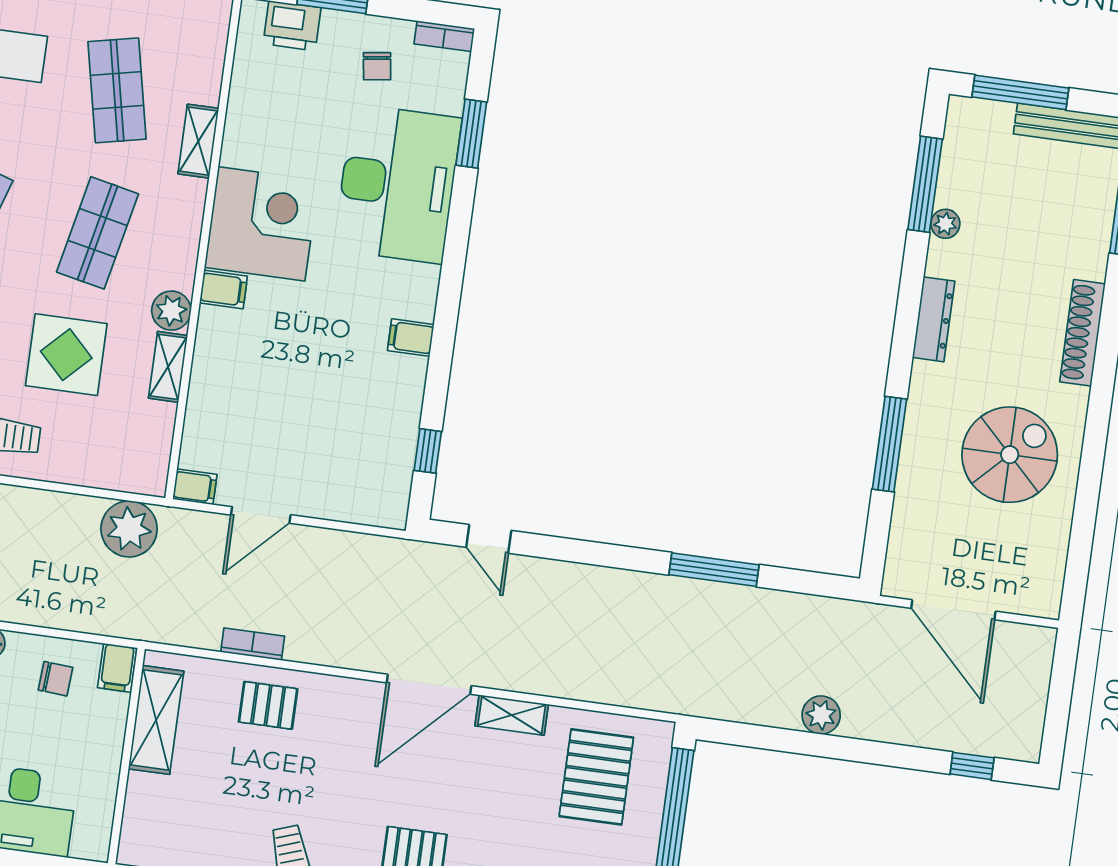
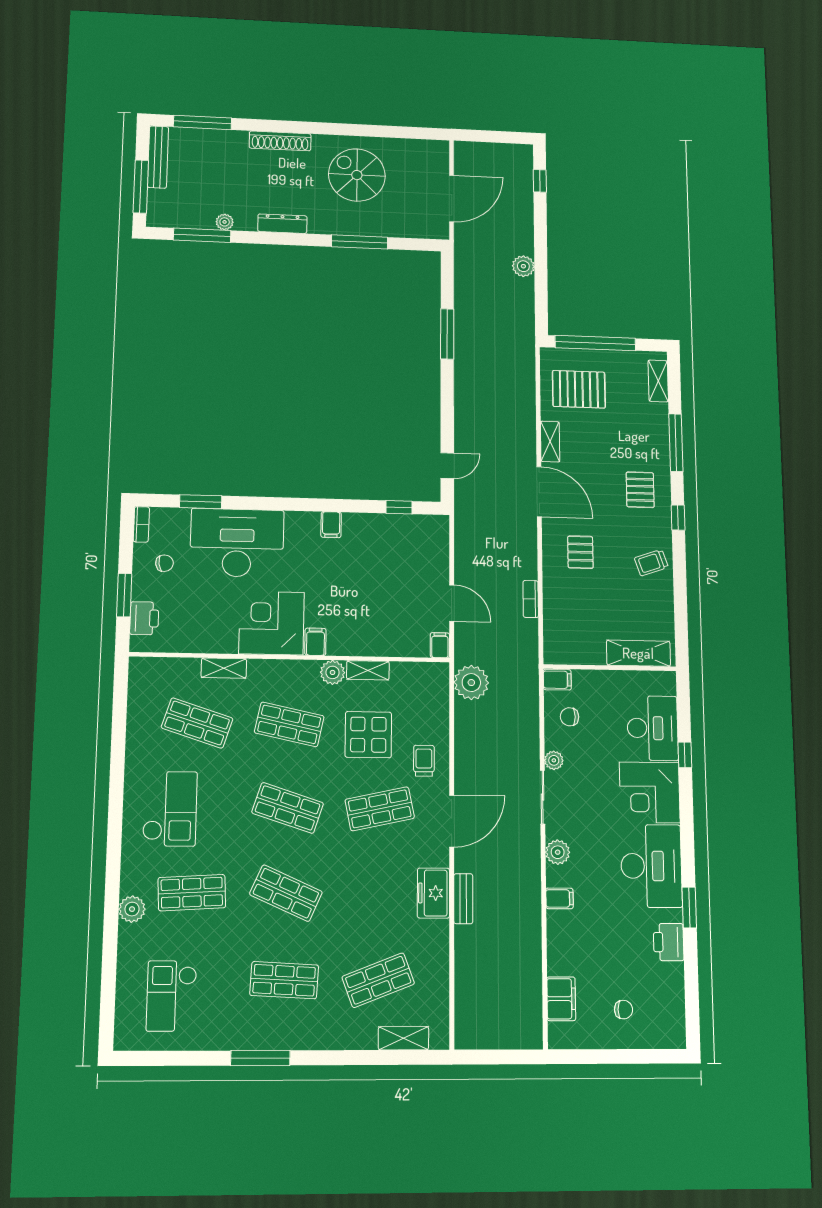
shop shelf: (117, 90) -> (197, 723), turned 30
chair: (56, 679) -> (570, 717), turned -94
pallet: (268, 705) -> (580, 552), moved
shelving: (156, 720) -> (638, 653), moved

